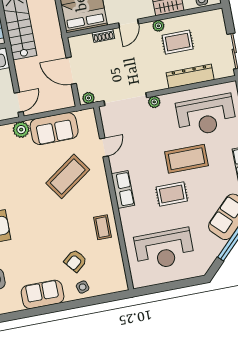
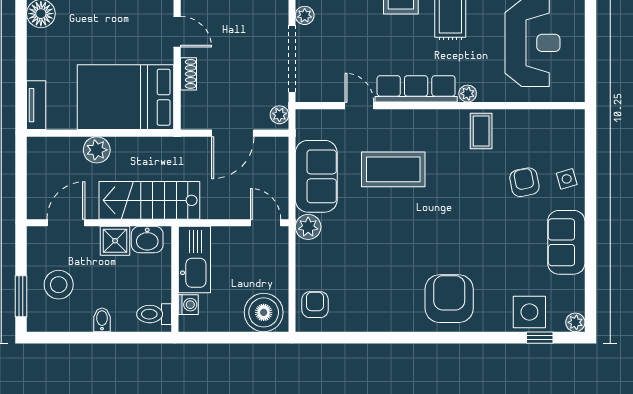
coffee table: (68, 176) -> (393, 169), turned -55
row of seats: (123, 190) -> (416, 89), width x1.48
plant: (125, 214) -> (468, 94), added
coffee table: (103, 227) -> (481, 131), turned 90
armchair: (75, 261) -> (524, 182), turned -151

